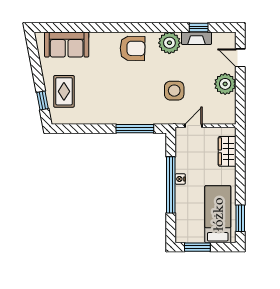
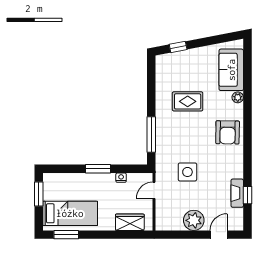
plant: (169, 43) -> (238, 97), moved, width x0.53, depth x0.53
rug: (64, 91) -> (188, 101), moved
door: (194, 126) -> (154, 190), swing flipped
nightstand: (180, 179) -> (121, 178), moved
window: (171, 185) -> (98, 169), width x0.47

